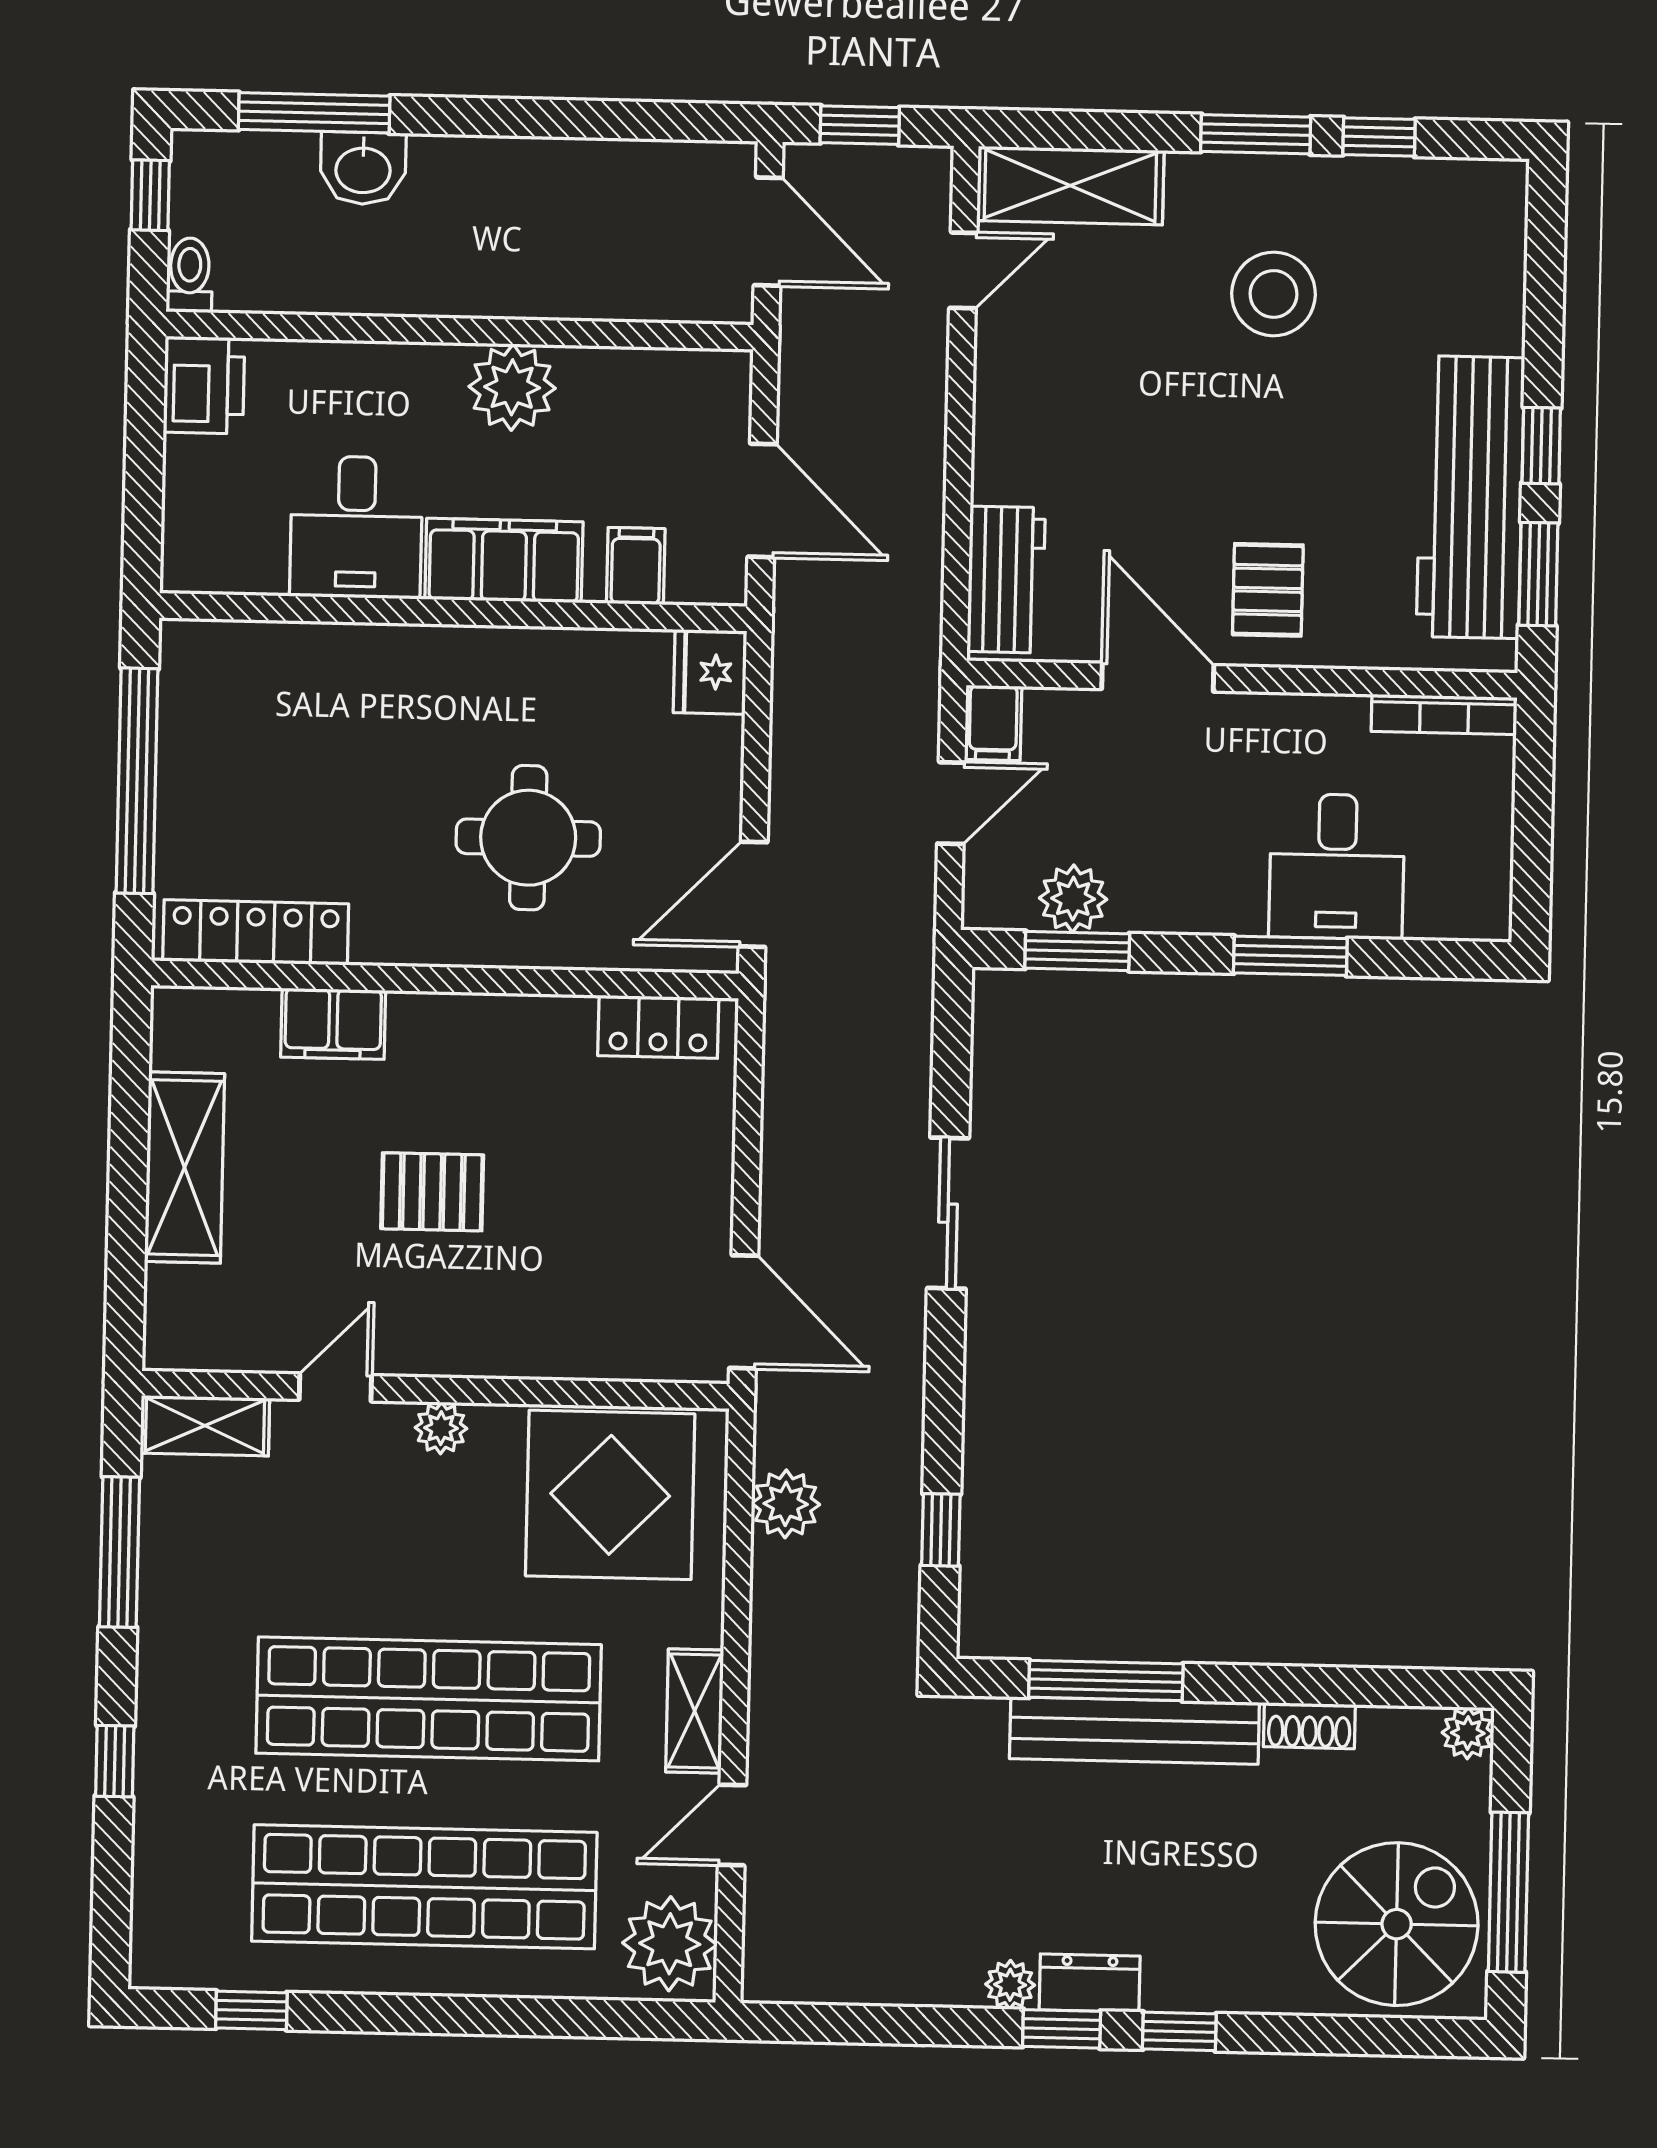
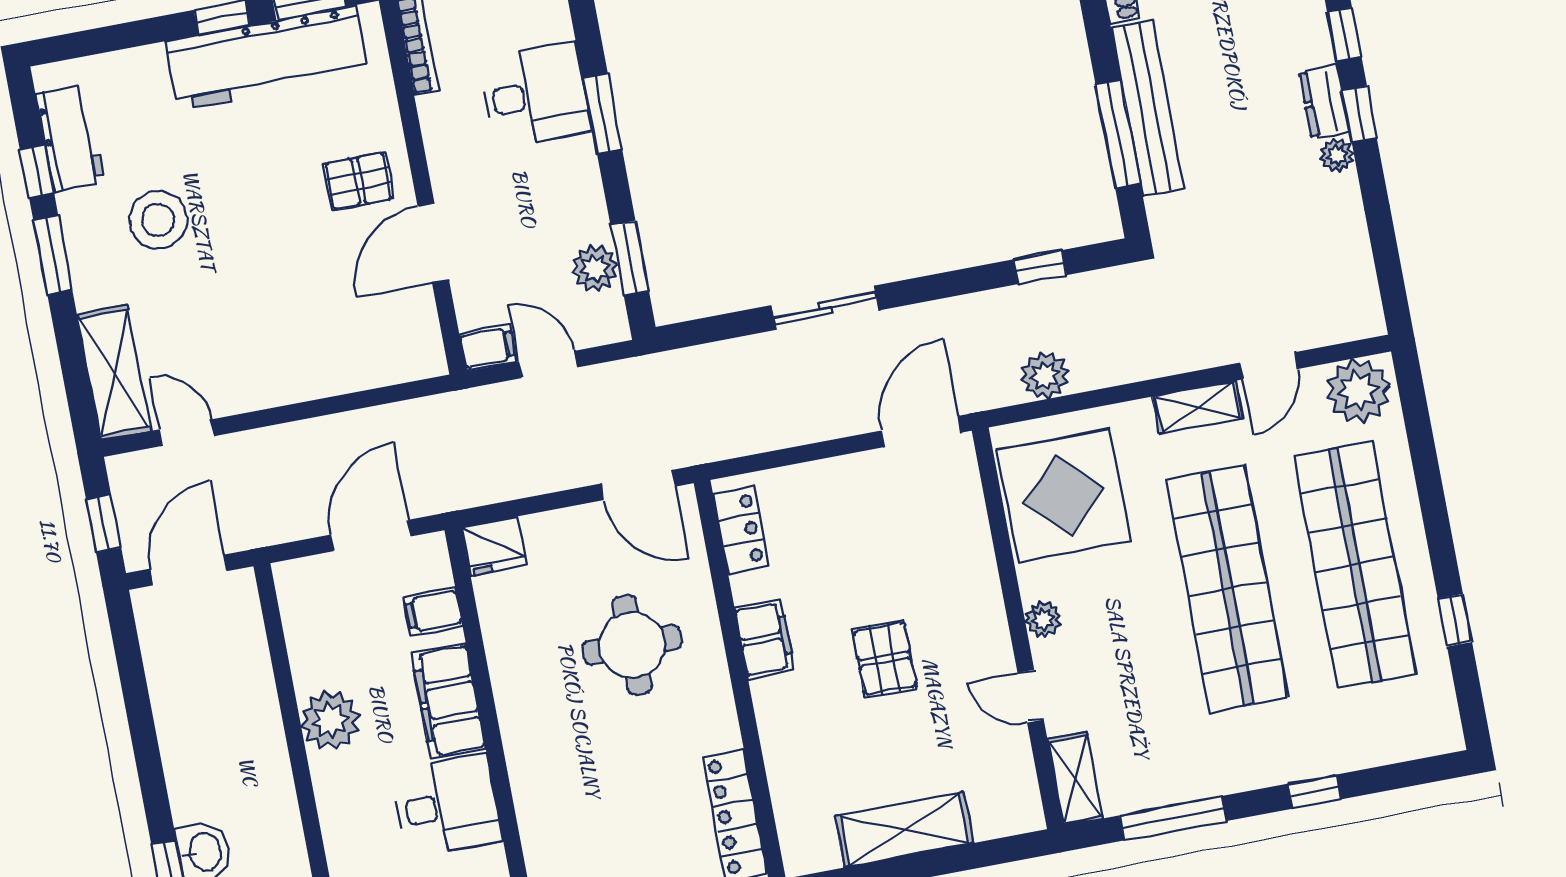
workbench: (1006, 580) -> (70, 138), moved, turned 90
filing cabinet: (333, 1024) -> (765, 639), moved
door: (732, 1825) -> (1269, 366), hinge flipped
window: (251, 2010) -> (1455, 620), moved

